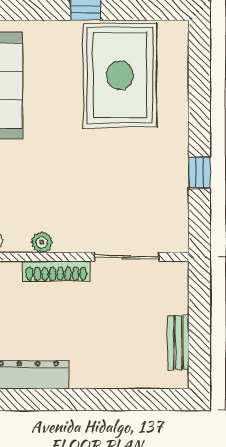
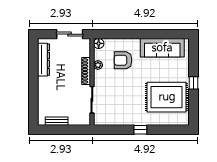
window: (199, 173) -> (140, 130), moved
armchair: (30, 181) -> (123, 60), added

